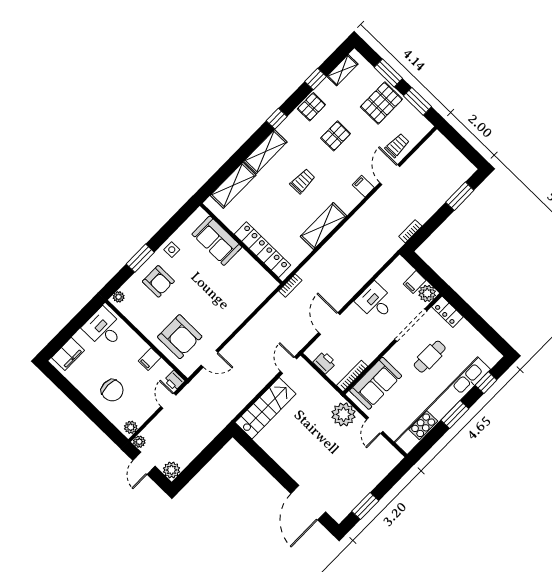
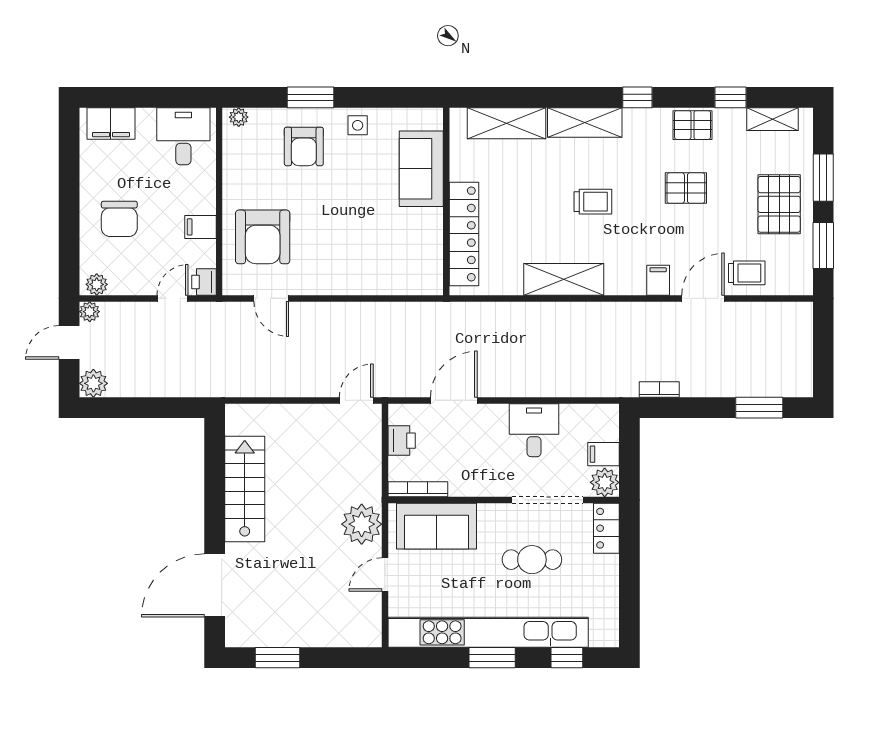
pallet: (381, 103) -> (779, 204), turned 90
bookcase: (290, 286) -> (454, 309), removed
stairs: (266, 408) -> (245, 489), moved, turned -90

